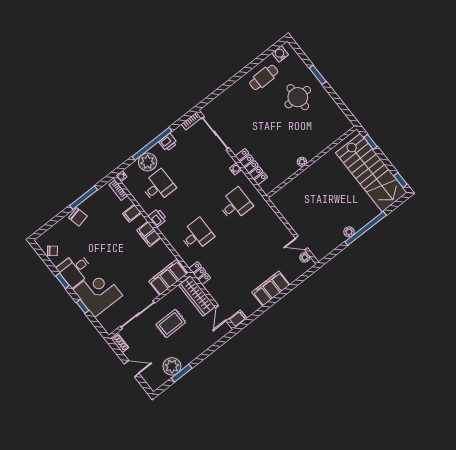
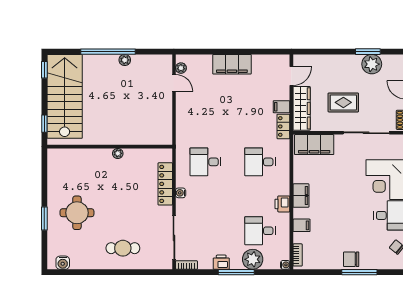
cafe table: (264, 77) -> (123, 248), moved
window: (152, 144) -> (236, 272), width x0.68
window: (84, 198) -> (359, 272), moved
chair: (78, 217) -> (351, 259), turned -77
filing cabinet: (238, 319) -> (282, 107), moved

